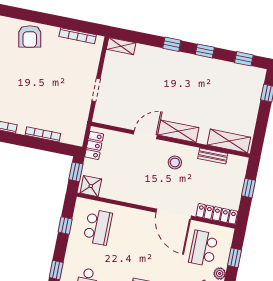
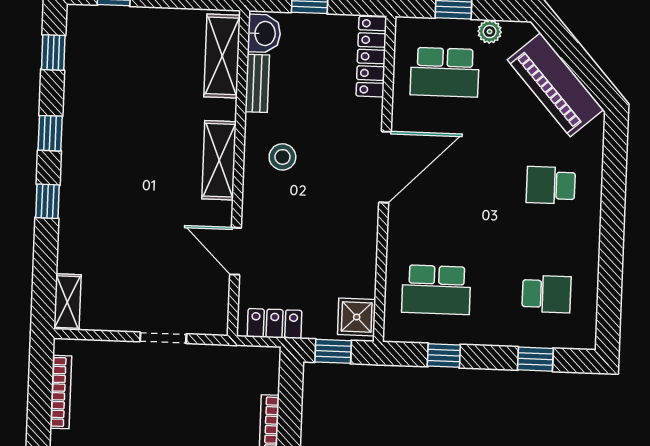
door: (145, 135) -> (236, 251), moved
washbasin: (237, 163) -> (264, 33), added
door: (174, 214) -> (385, 167), moved
school desk: (98, 227) -> (436, 290), turned 180

